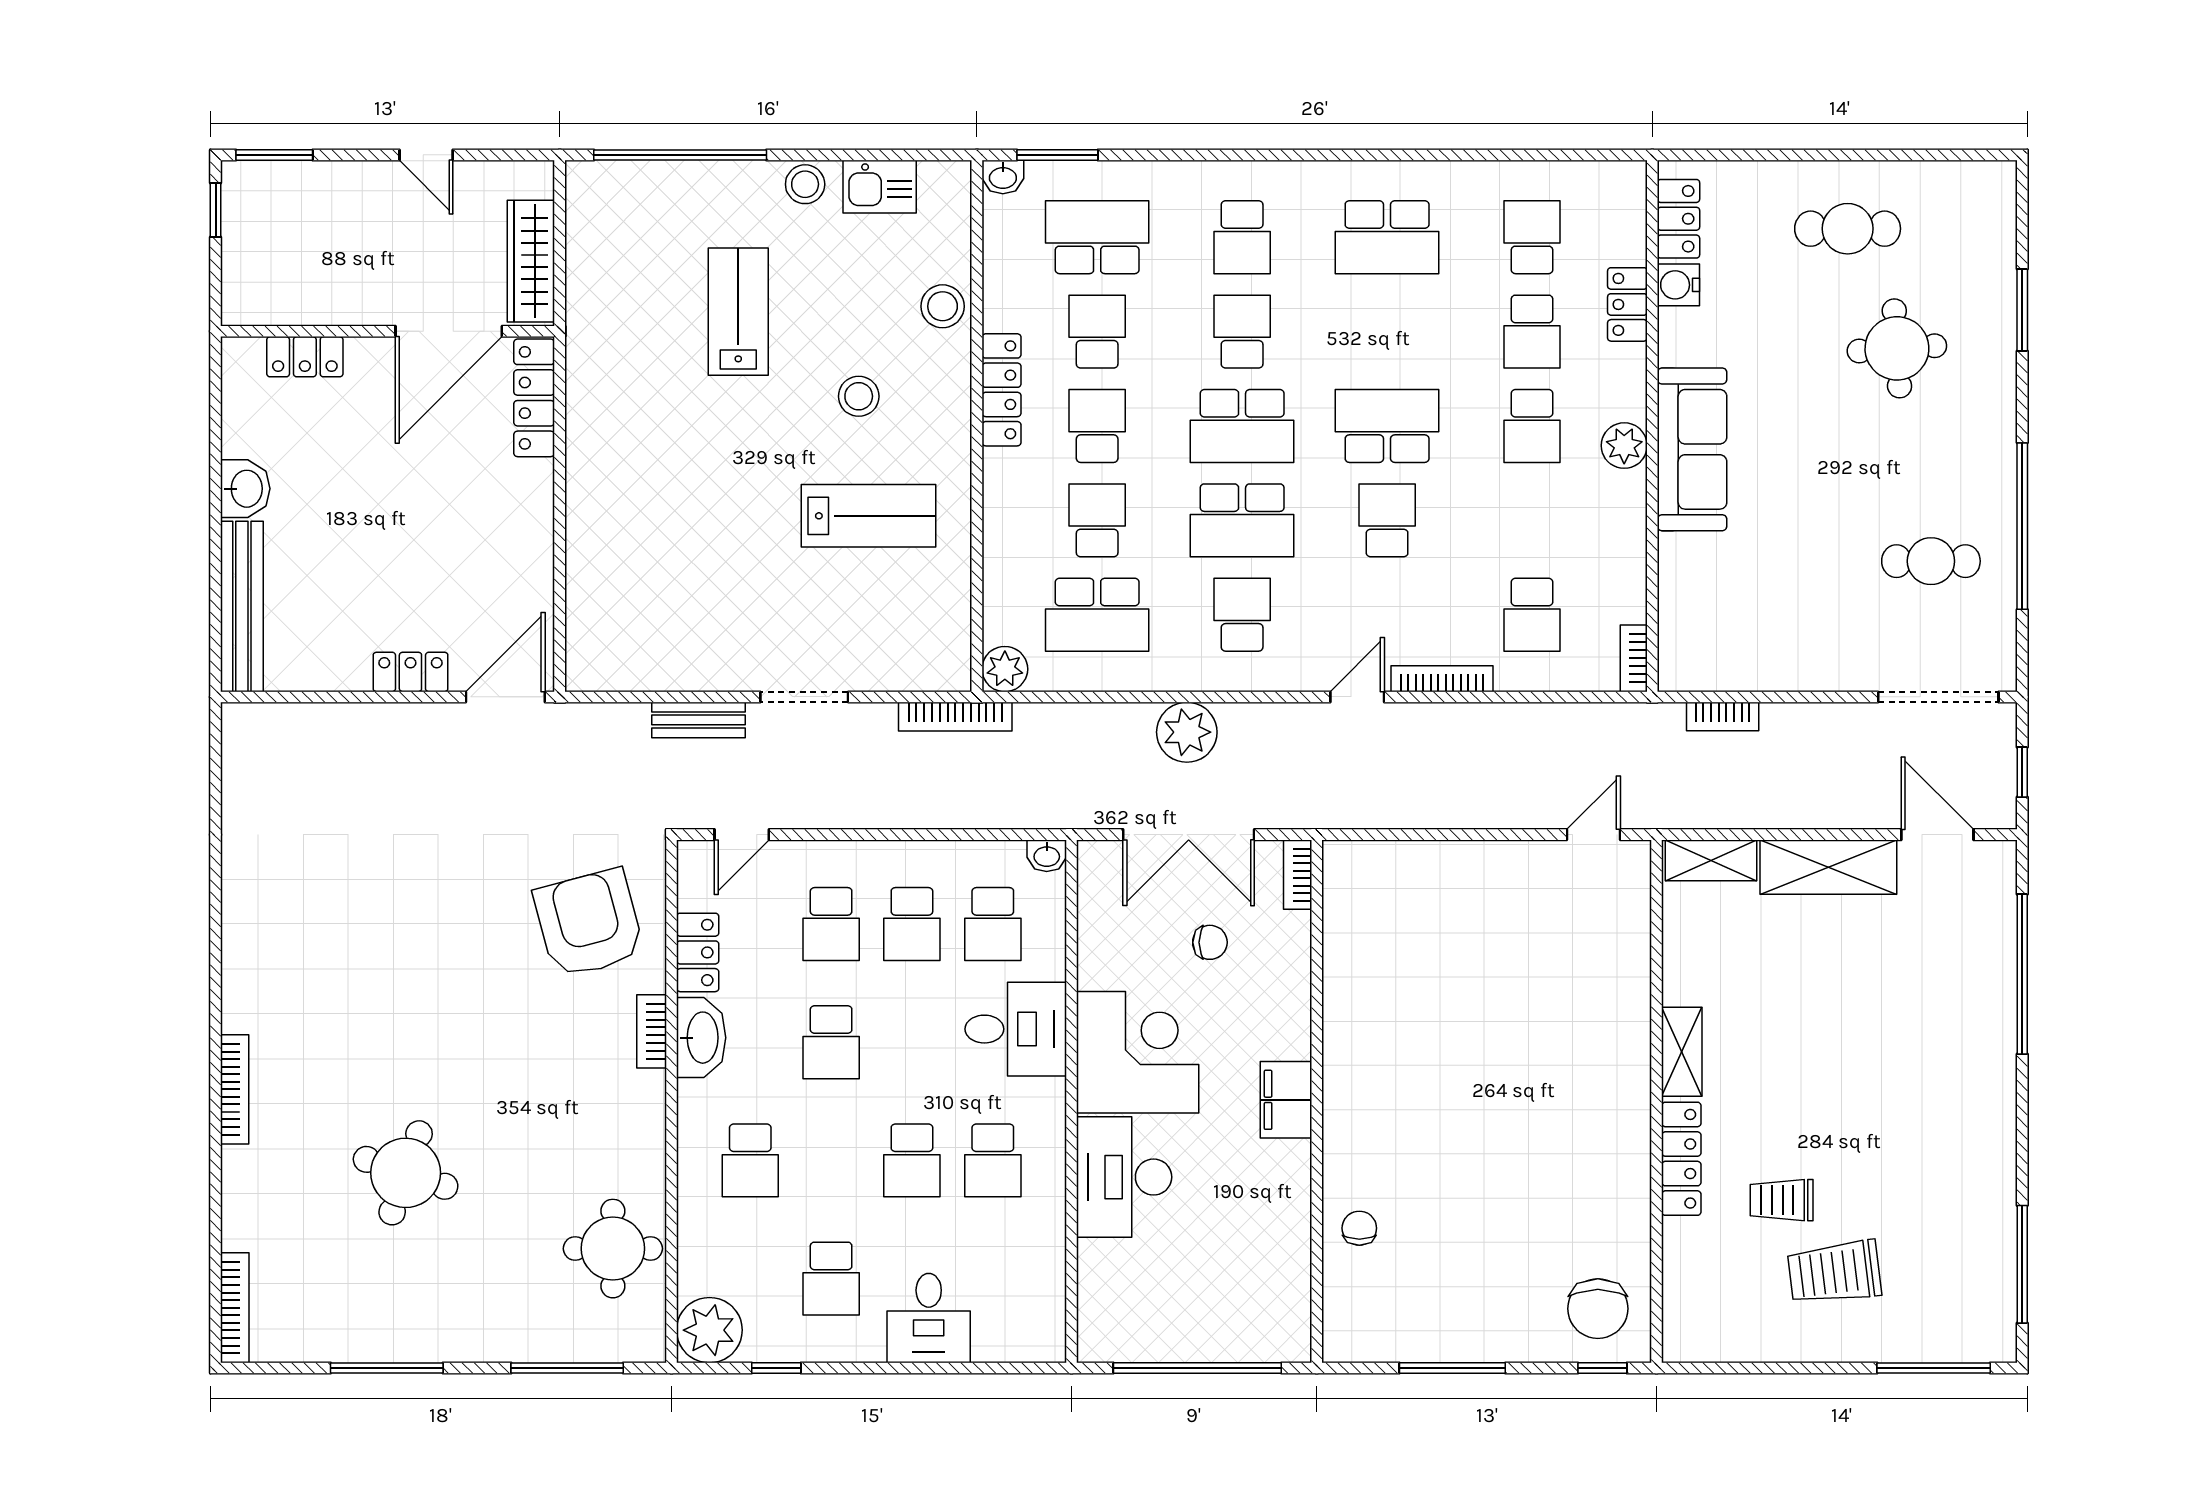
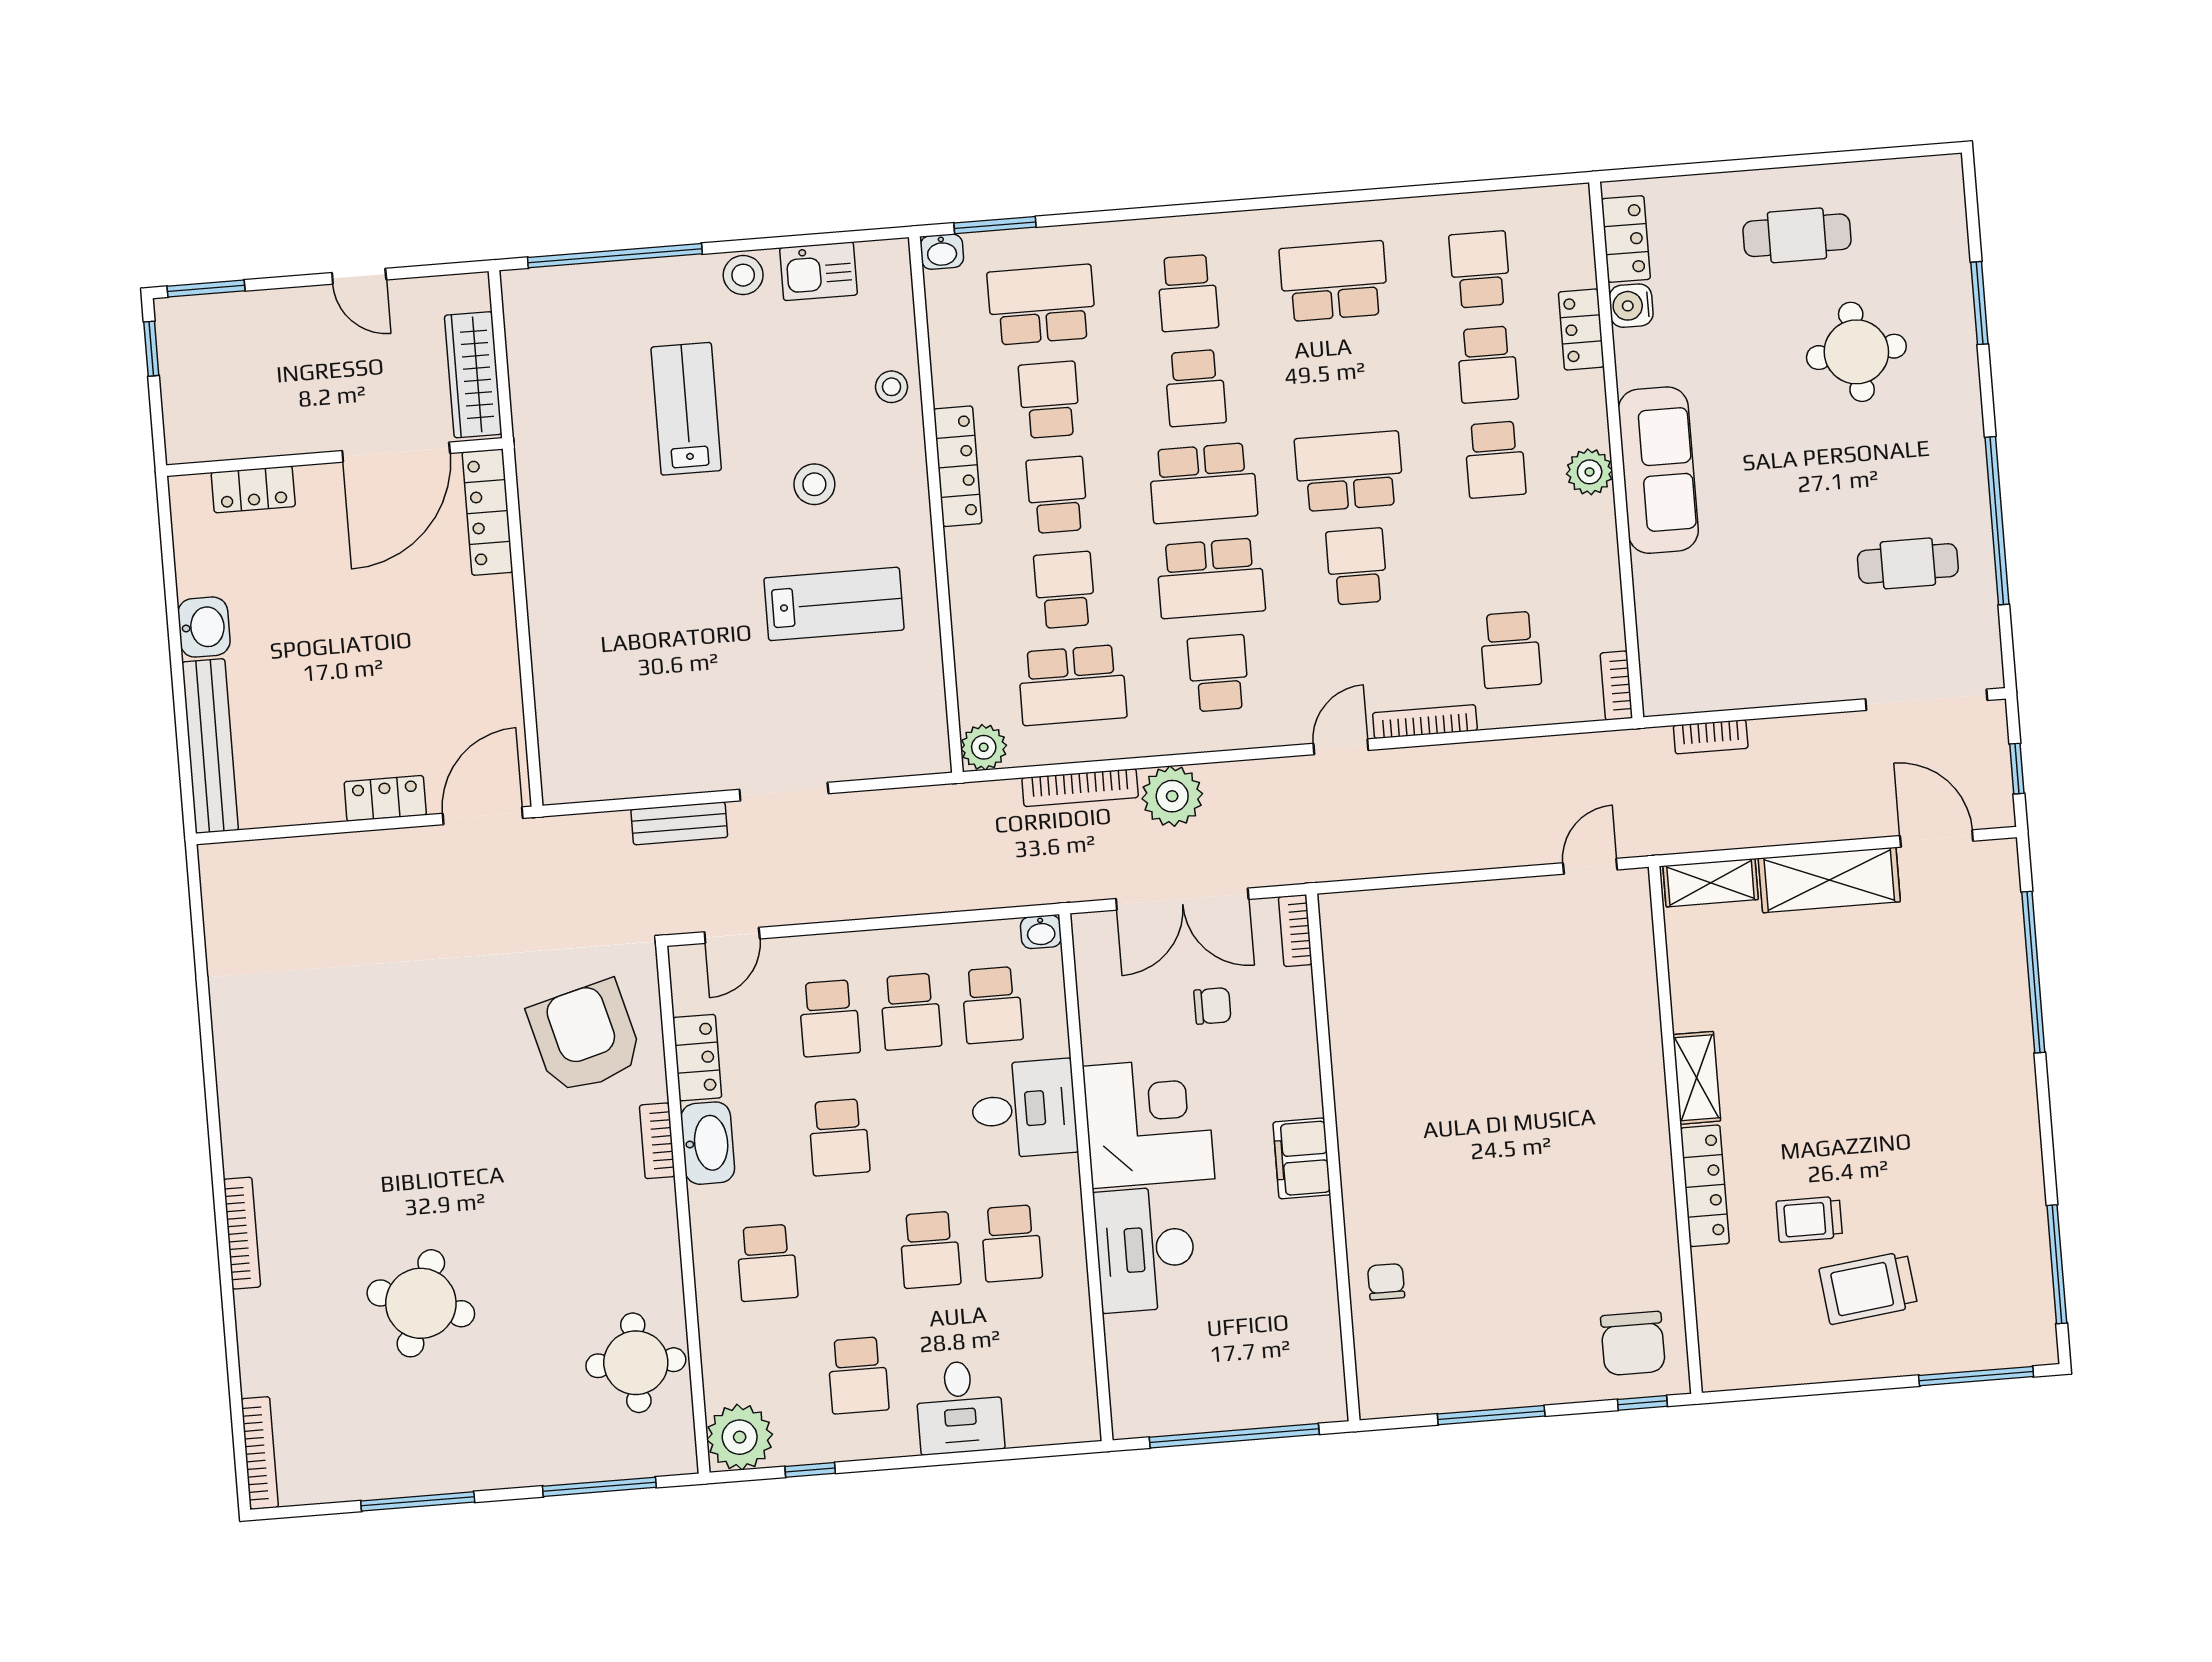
school desk: (1387, 237) -> (1334, 281), turned 180
stool: (943, 306) -> (892, 387), width x0.73, depth x0.73
school desk: (1242, 332) -> (1195, 388), turned 180
bookcase: (955, 717) -> (1080, 788), moved

